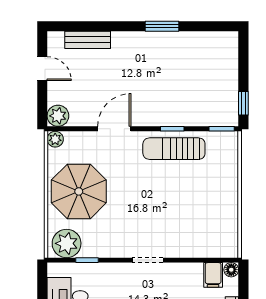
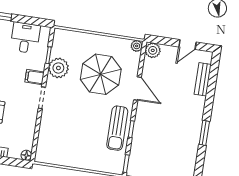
sun lounger: (174, 149) -> (117, 128), turned 180
parasol: (79, 191) -> (101, 74), moved
plant: (67, 243) -> (58, 68), moved
filing cabinet: (213, 275) -> (35, 77), moved

